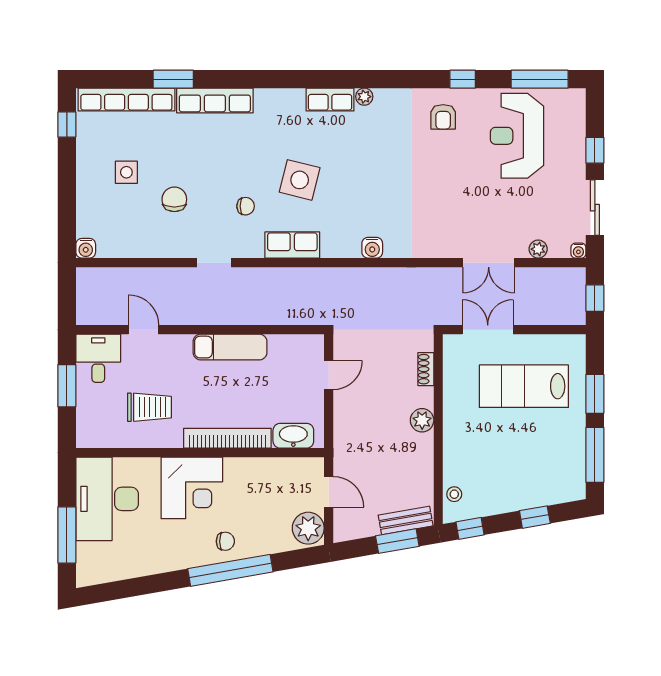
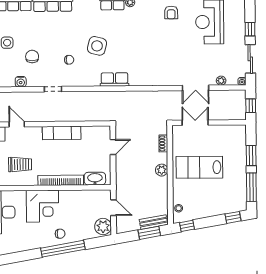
row of seats: (292, 245) -> (114, 79), moved
water cooler: (372, 248) -> (21, 82), moved
lab bench: (524, 386) -> (199, 167), moved
window: (535, 517) -> (233, 217), moved

